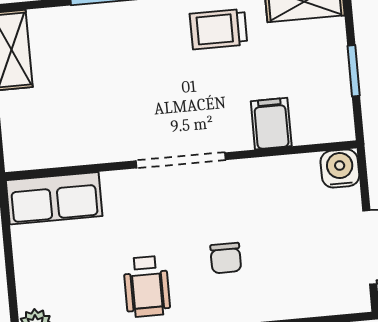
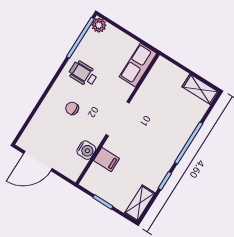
trolley: (219, 29) -> (153, 166), removed
water cooler: (340, 168) -> (86, 150), moved

